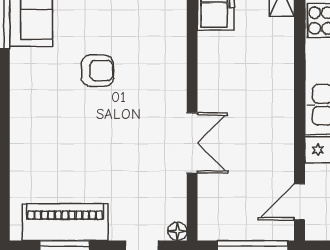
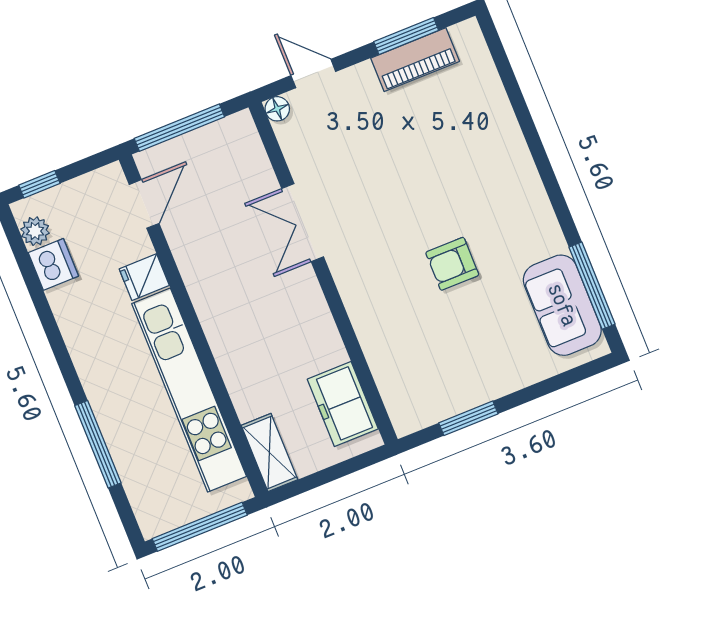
piano: (65, 222) -> (415, 60), width x0.73, depth x0.75

